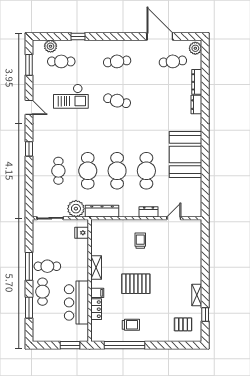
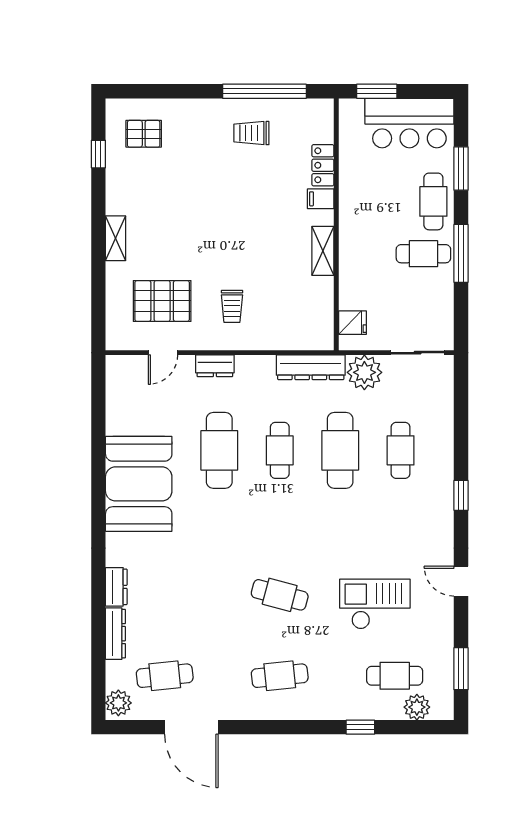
cafe table: (117, 171) -> (280, 450), width x0.73, depth x0.74
pallet: (136, 284) -> (162, 301), moved
shelving: (197, 295) -> (116, 238), moved
bar counter: (76, 302) -> (409, 123), moved, turned 90

